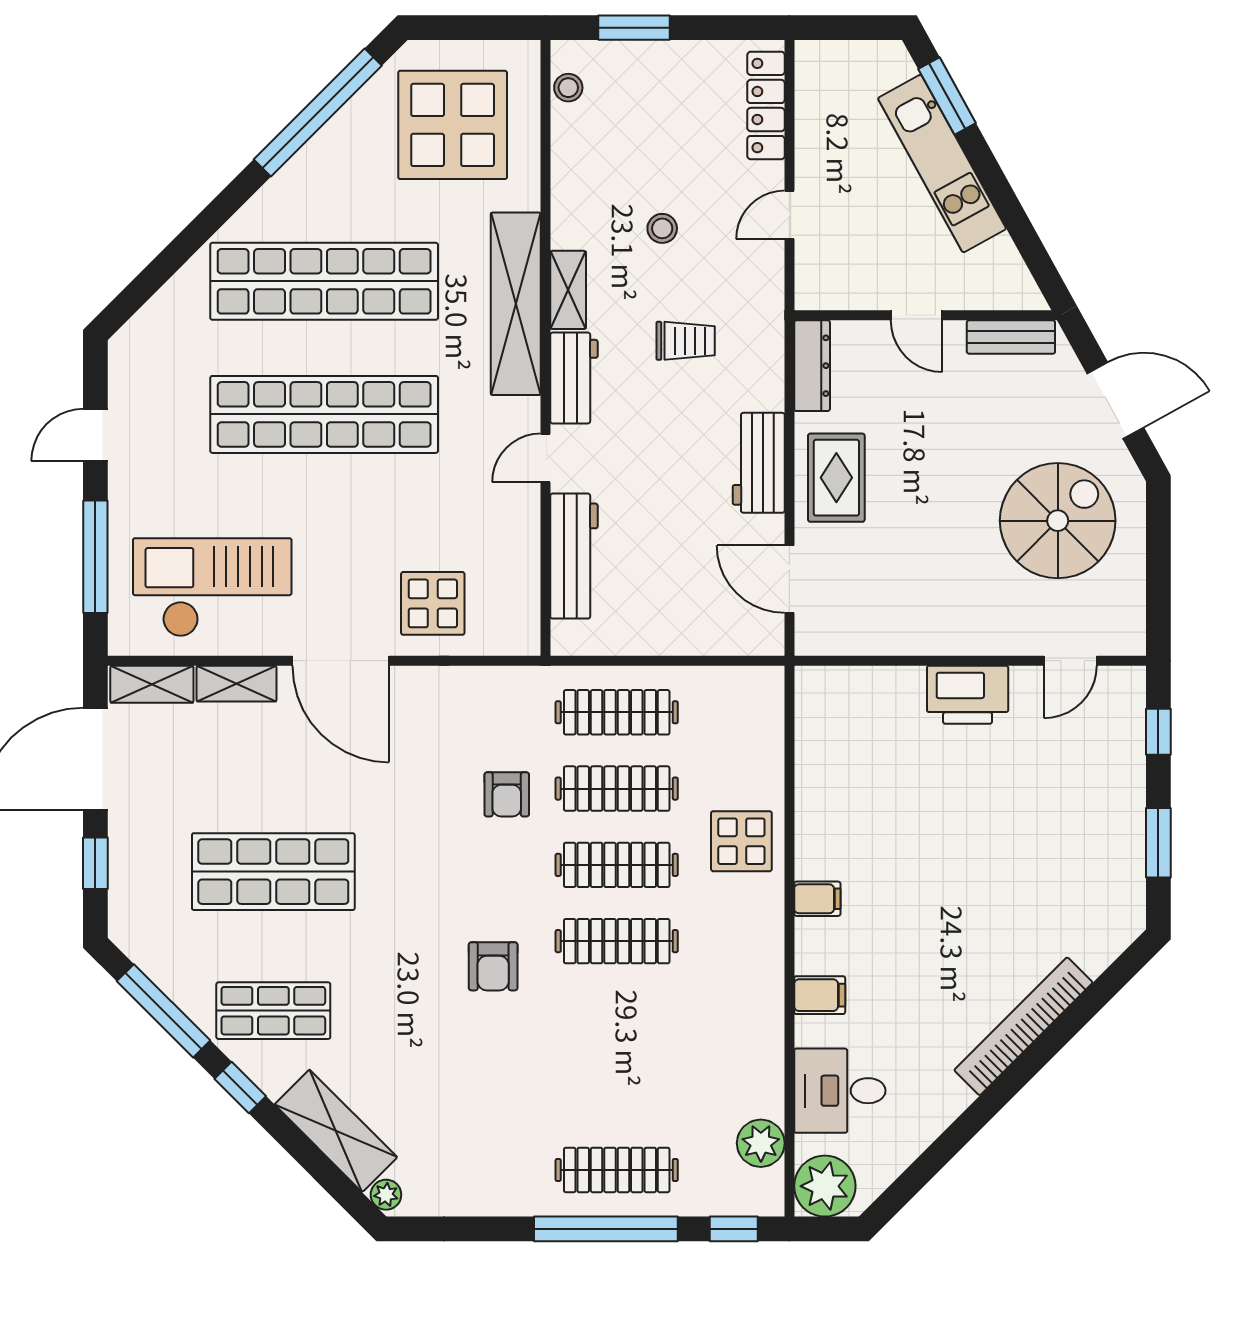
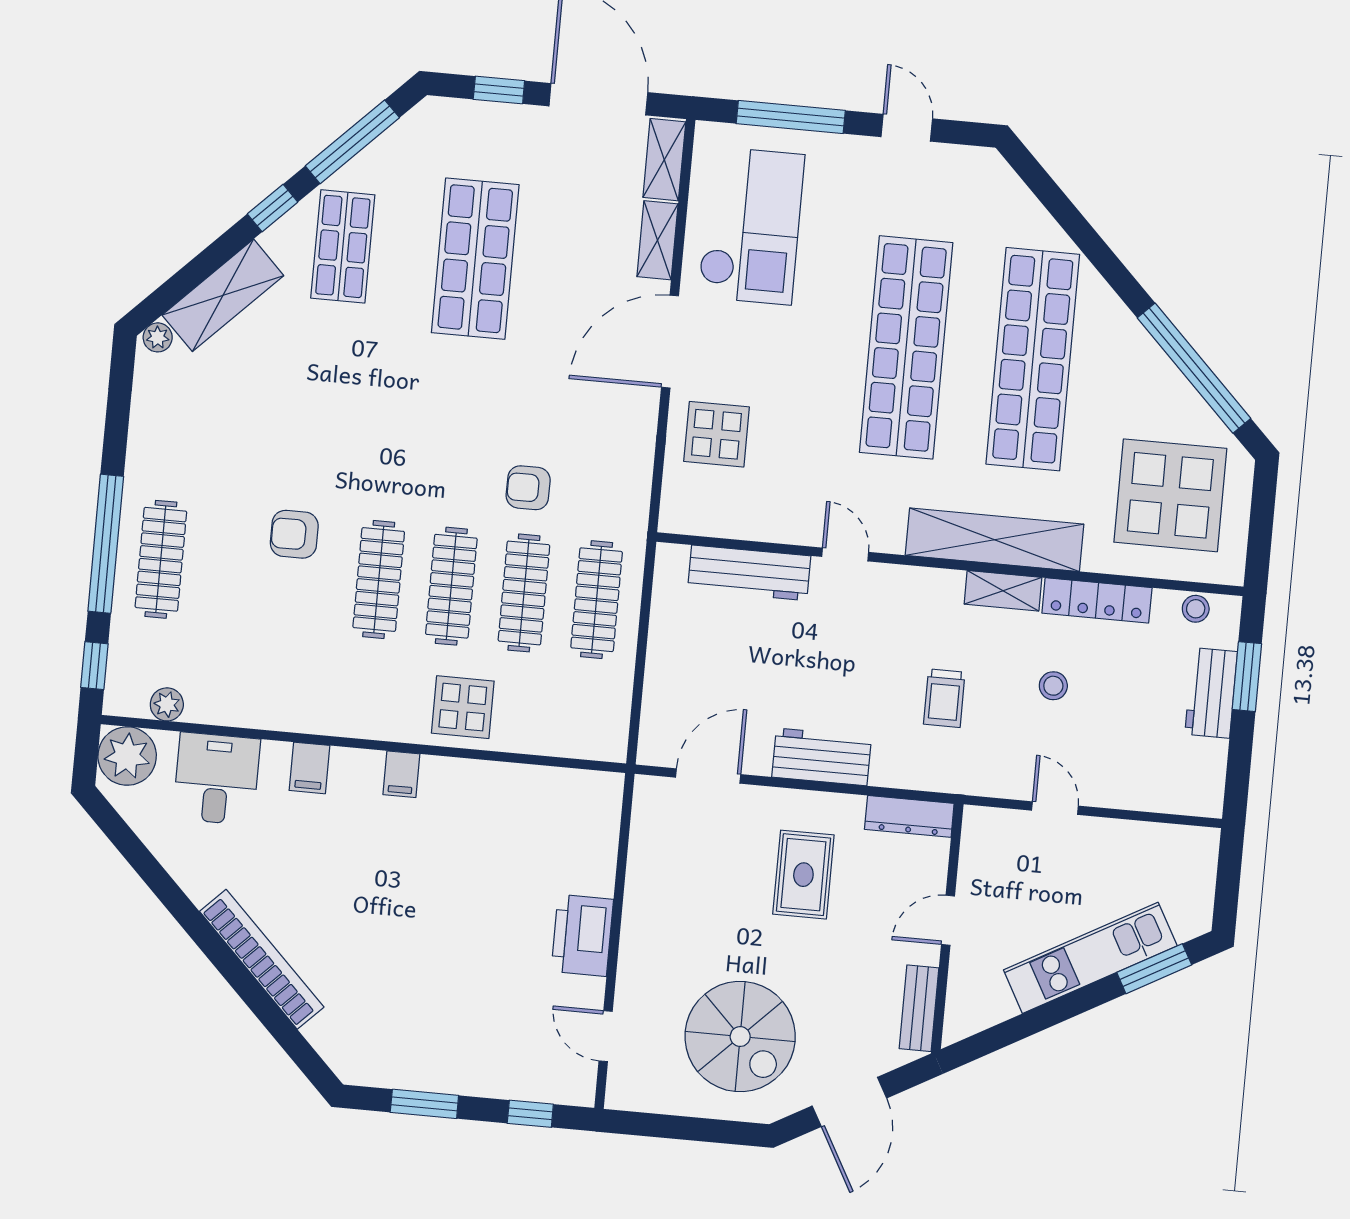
locker: (766, 105) -> (1097, 600), moved, turned 180
workbench: (574, 378) -> (1211, 693), moved, turned 90
rug: (836, 478) -> (803, 875), moved, turned 90
armchair: (493, 966) -> (294, 534), moved
plant: (761, 1143) -> (167, 704), width x0.73, depth x0.73

